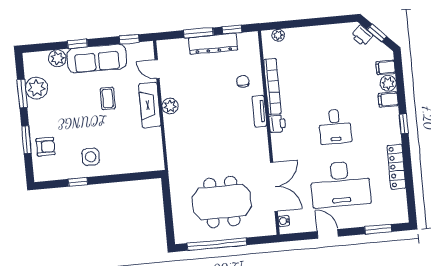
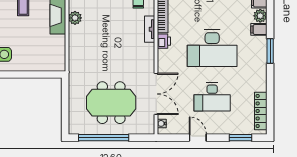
window: (404, 124) -> (270, 51), width x1.50
desk: (335, 127) -> (212, 48), width x1.87, depth x1.30
locker: (396, 167) -> (261, 111), moved
desk: (340, 184) -> (212, 97), width x0.73, depth x0.77

